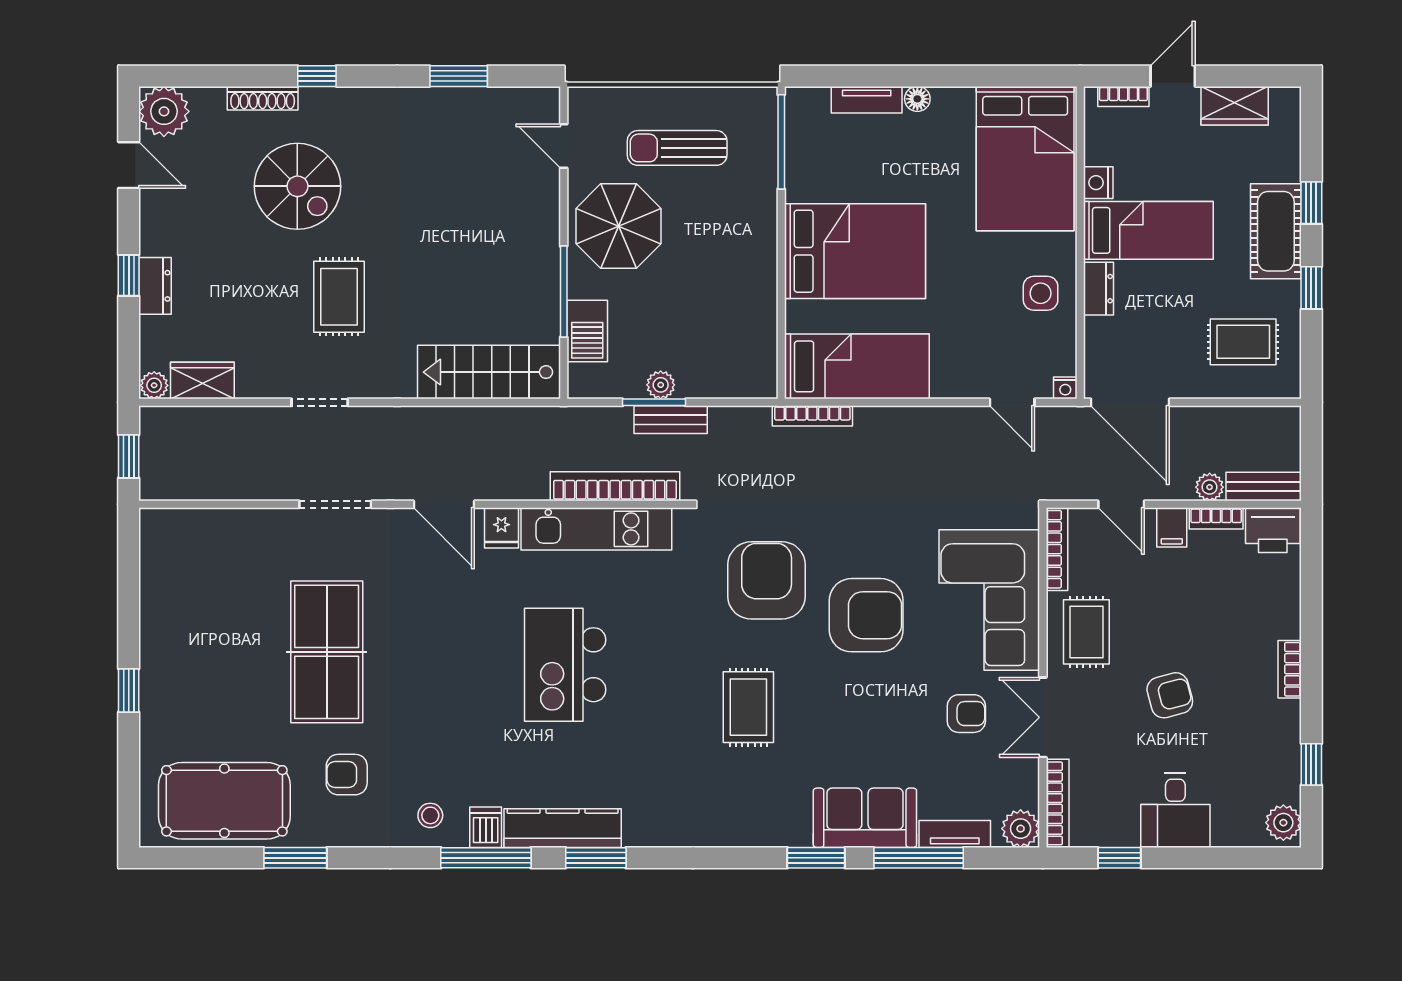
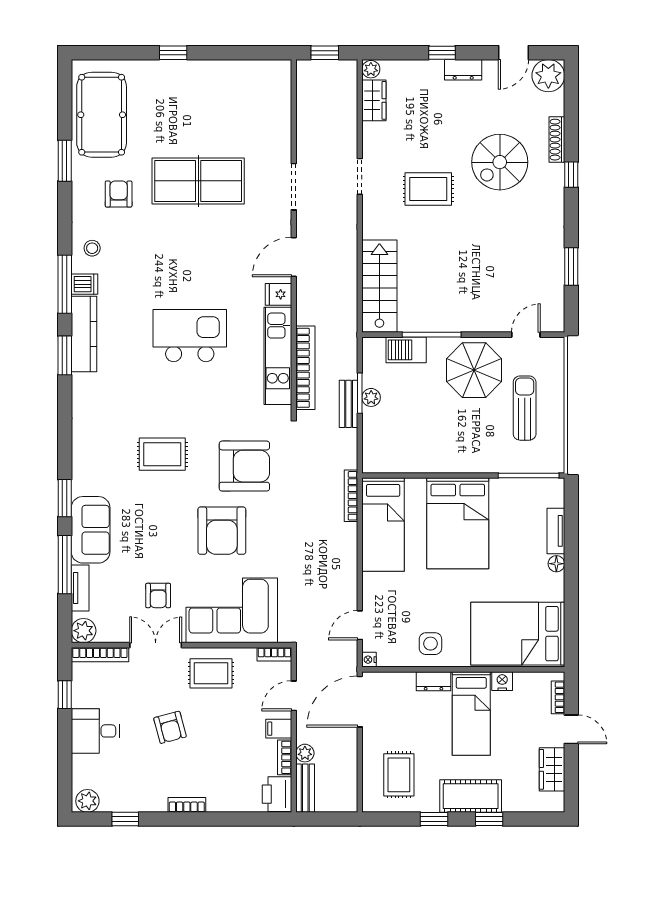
dresser: (155, 286) -> (463, 70), moved
bookcase: (1057, 549) -> (274, 654), width x0.64

